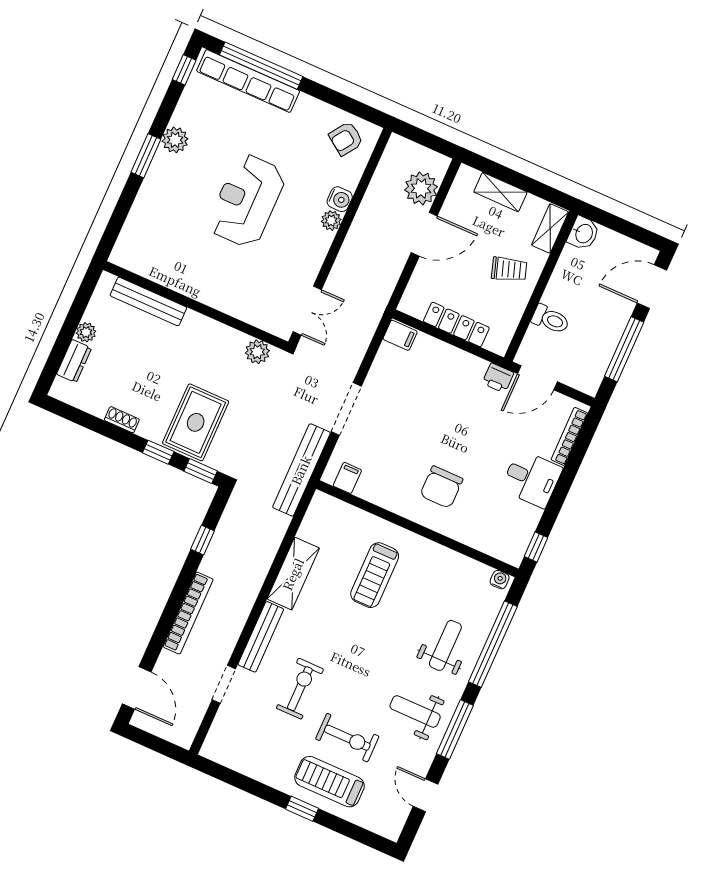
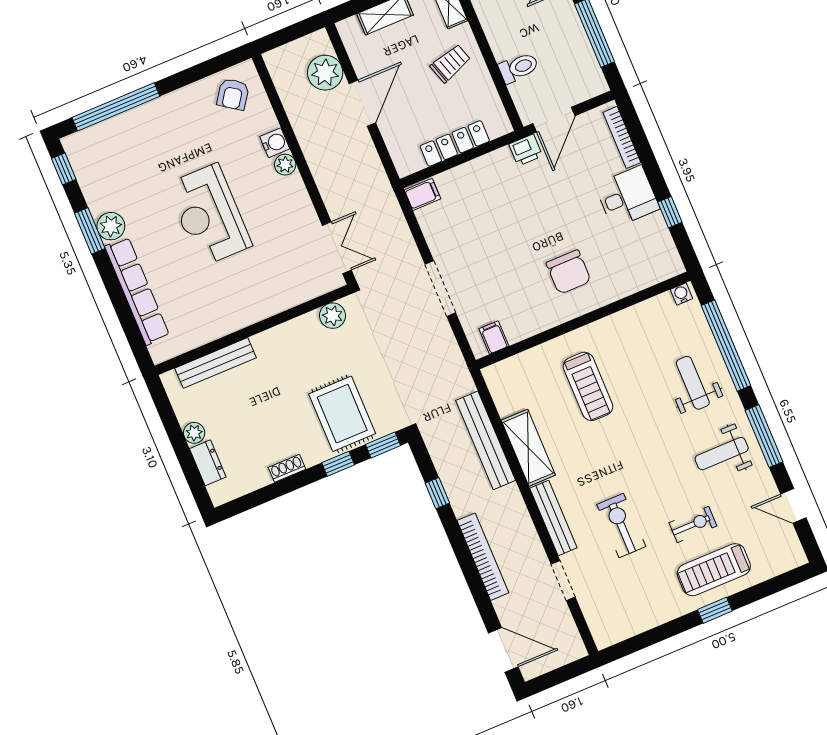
row of seats: (248, 81) -> (137, 291), moved, turned -90
window: (146, 156) -> (90, 231), moved
bench: (301, 470) -> (486, 440), moved
window: (536, 547) -> (670, 212), moved
exercise bike: (347, 738) -> (693, 524), width x0.73, depth x0.72

